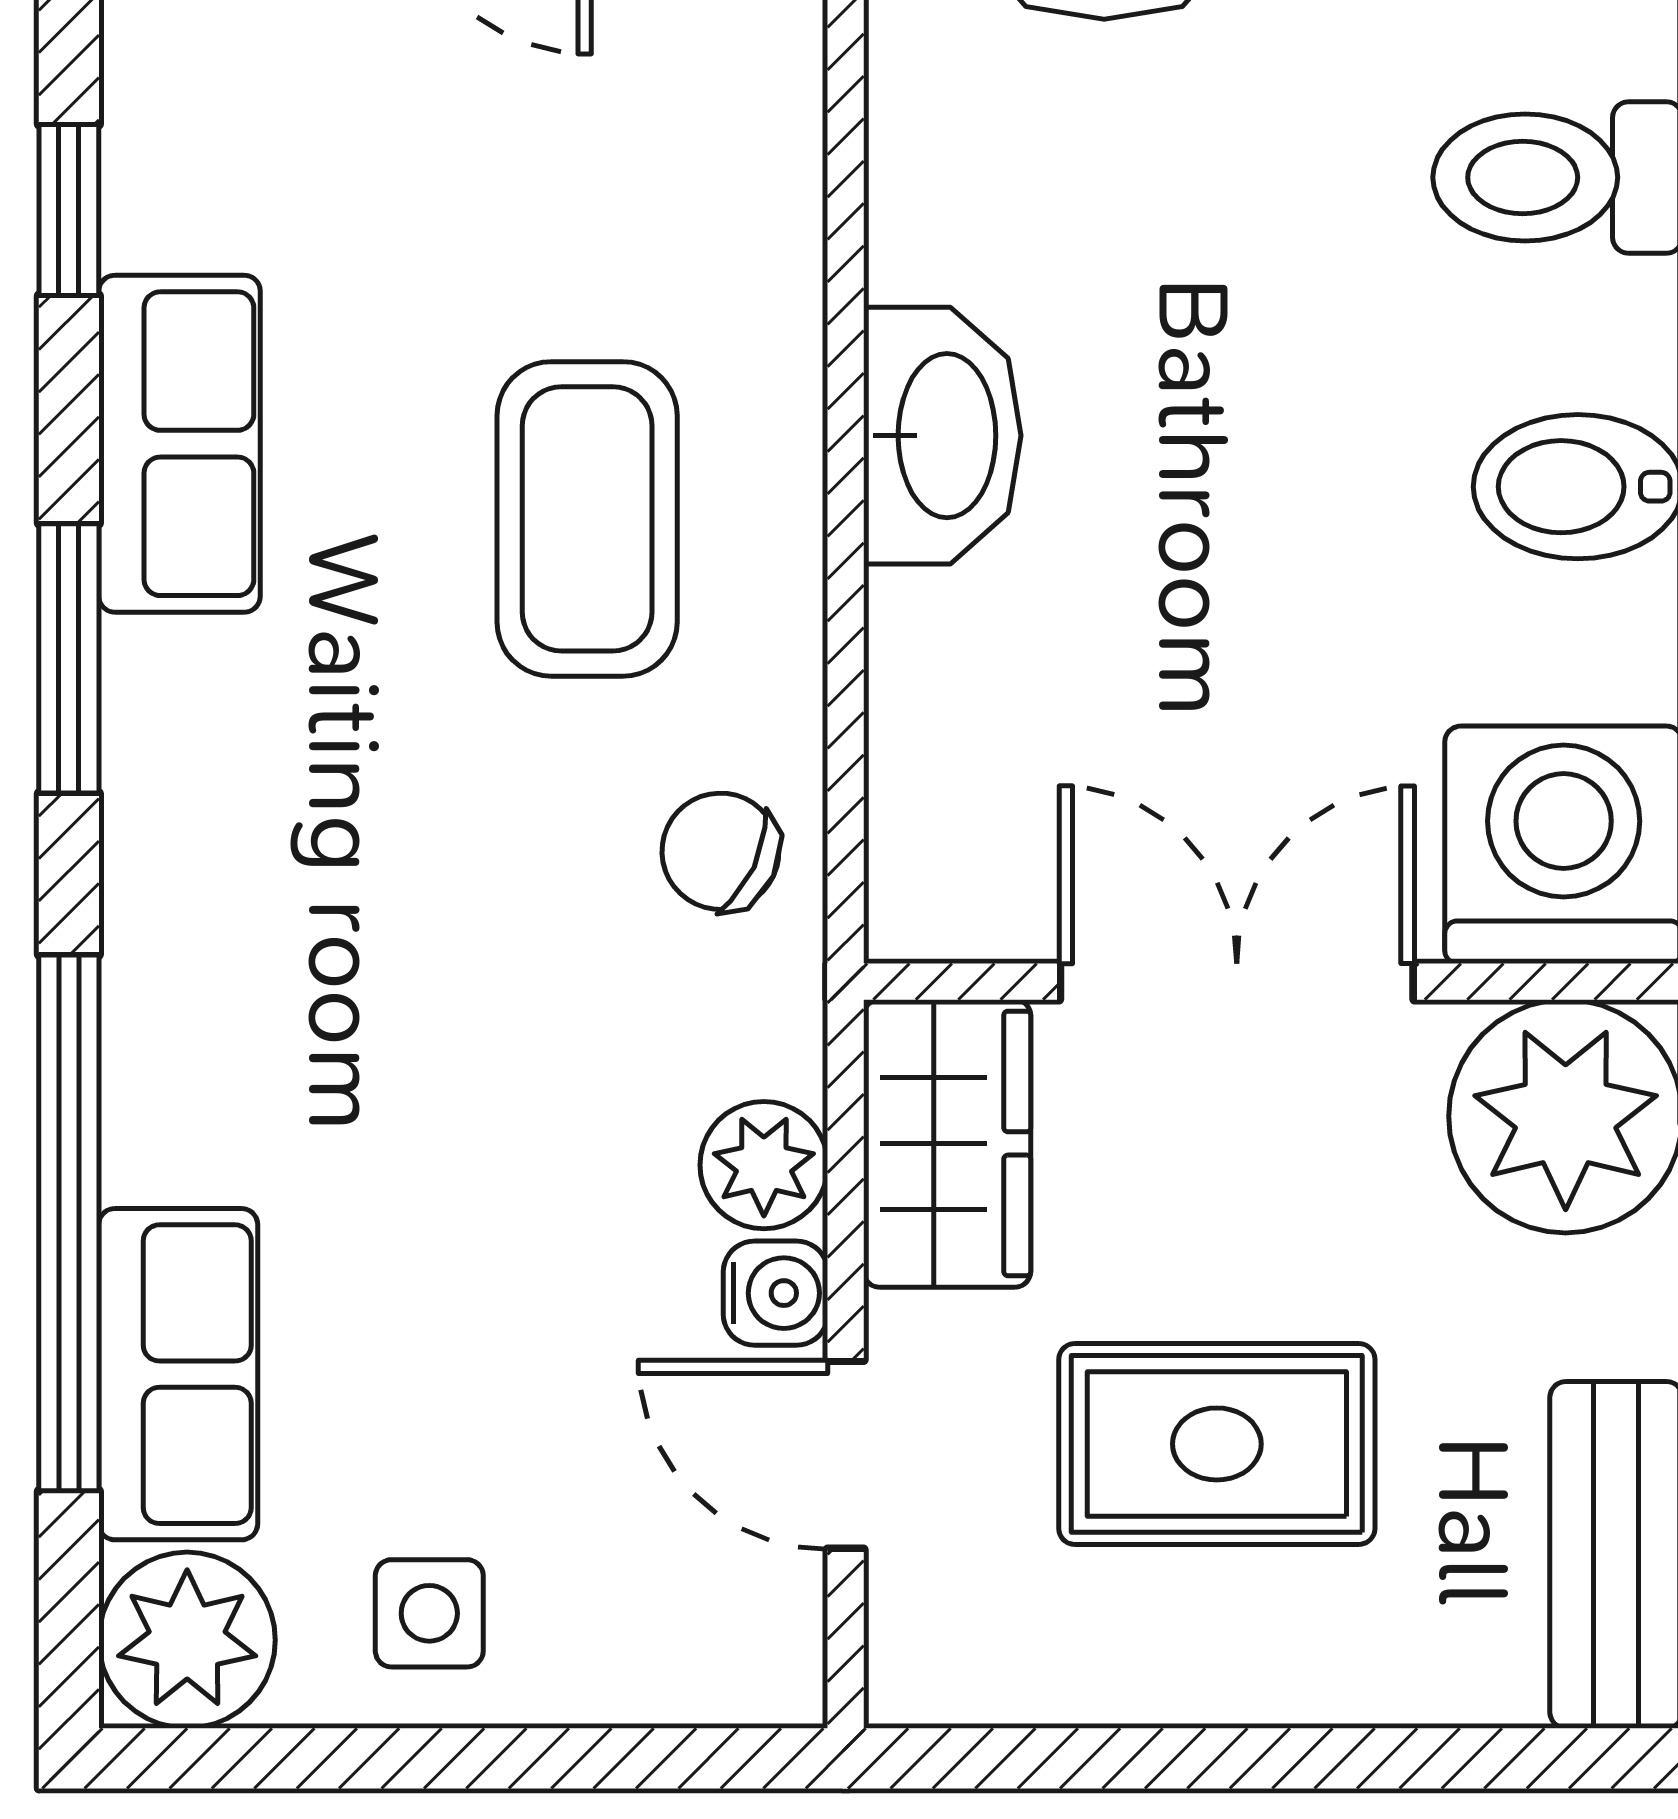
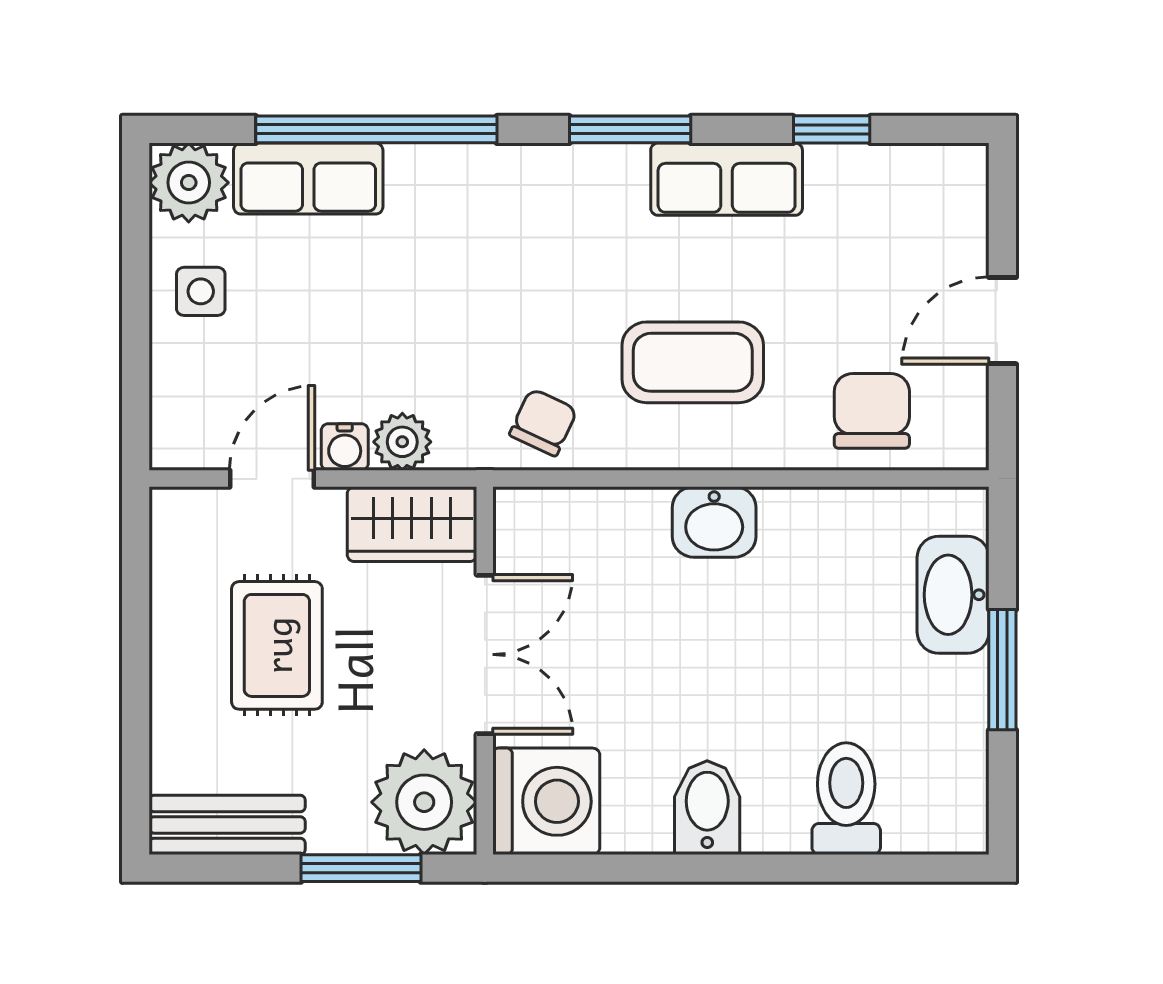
chair: (695, 121) -> (872, 411), added
washbasin: (942, 436) -> (714, 522), width x0.72

